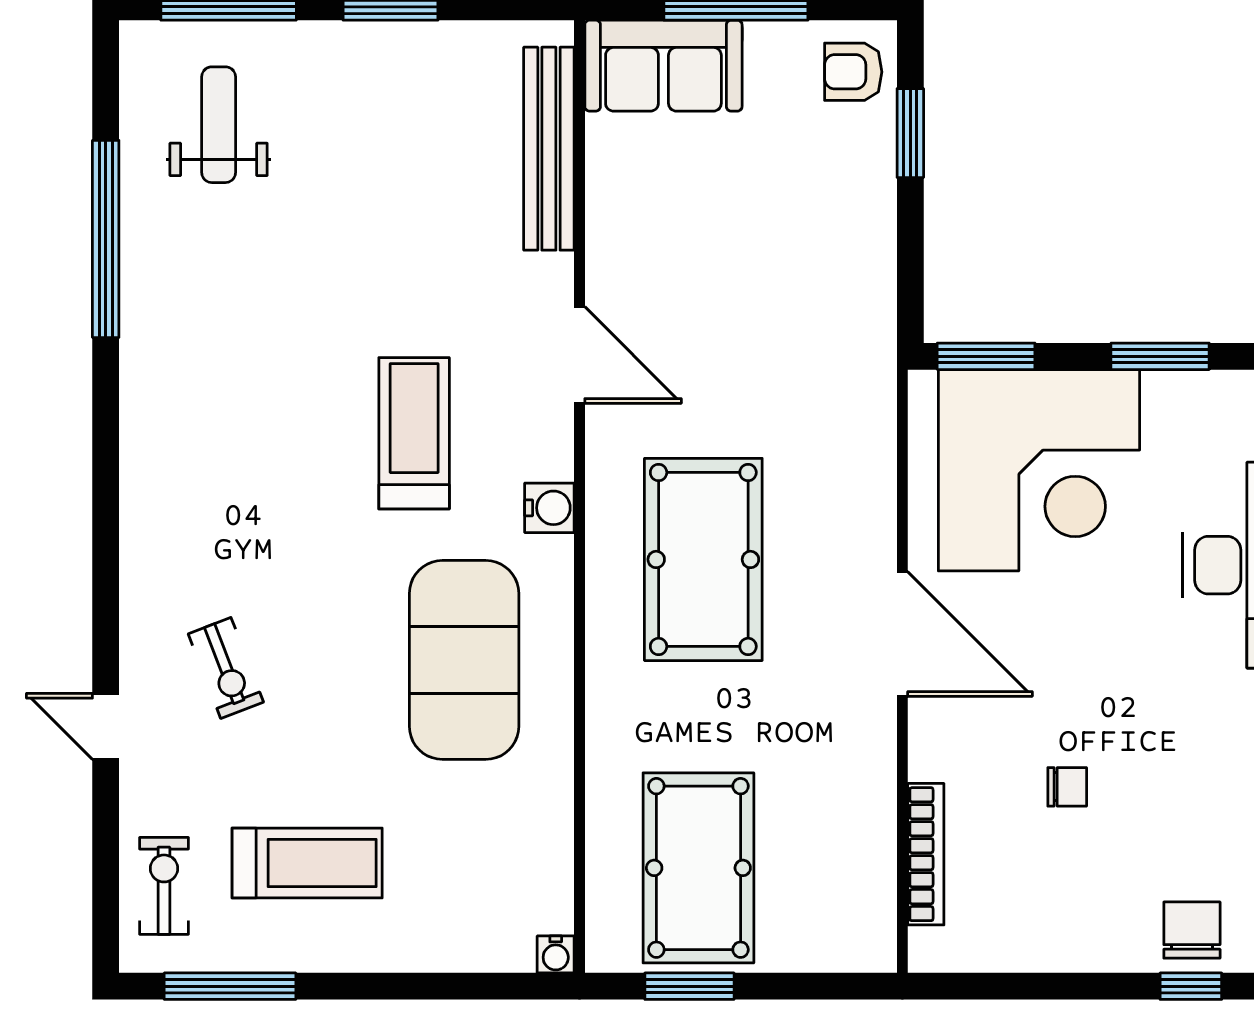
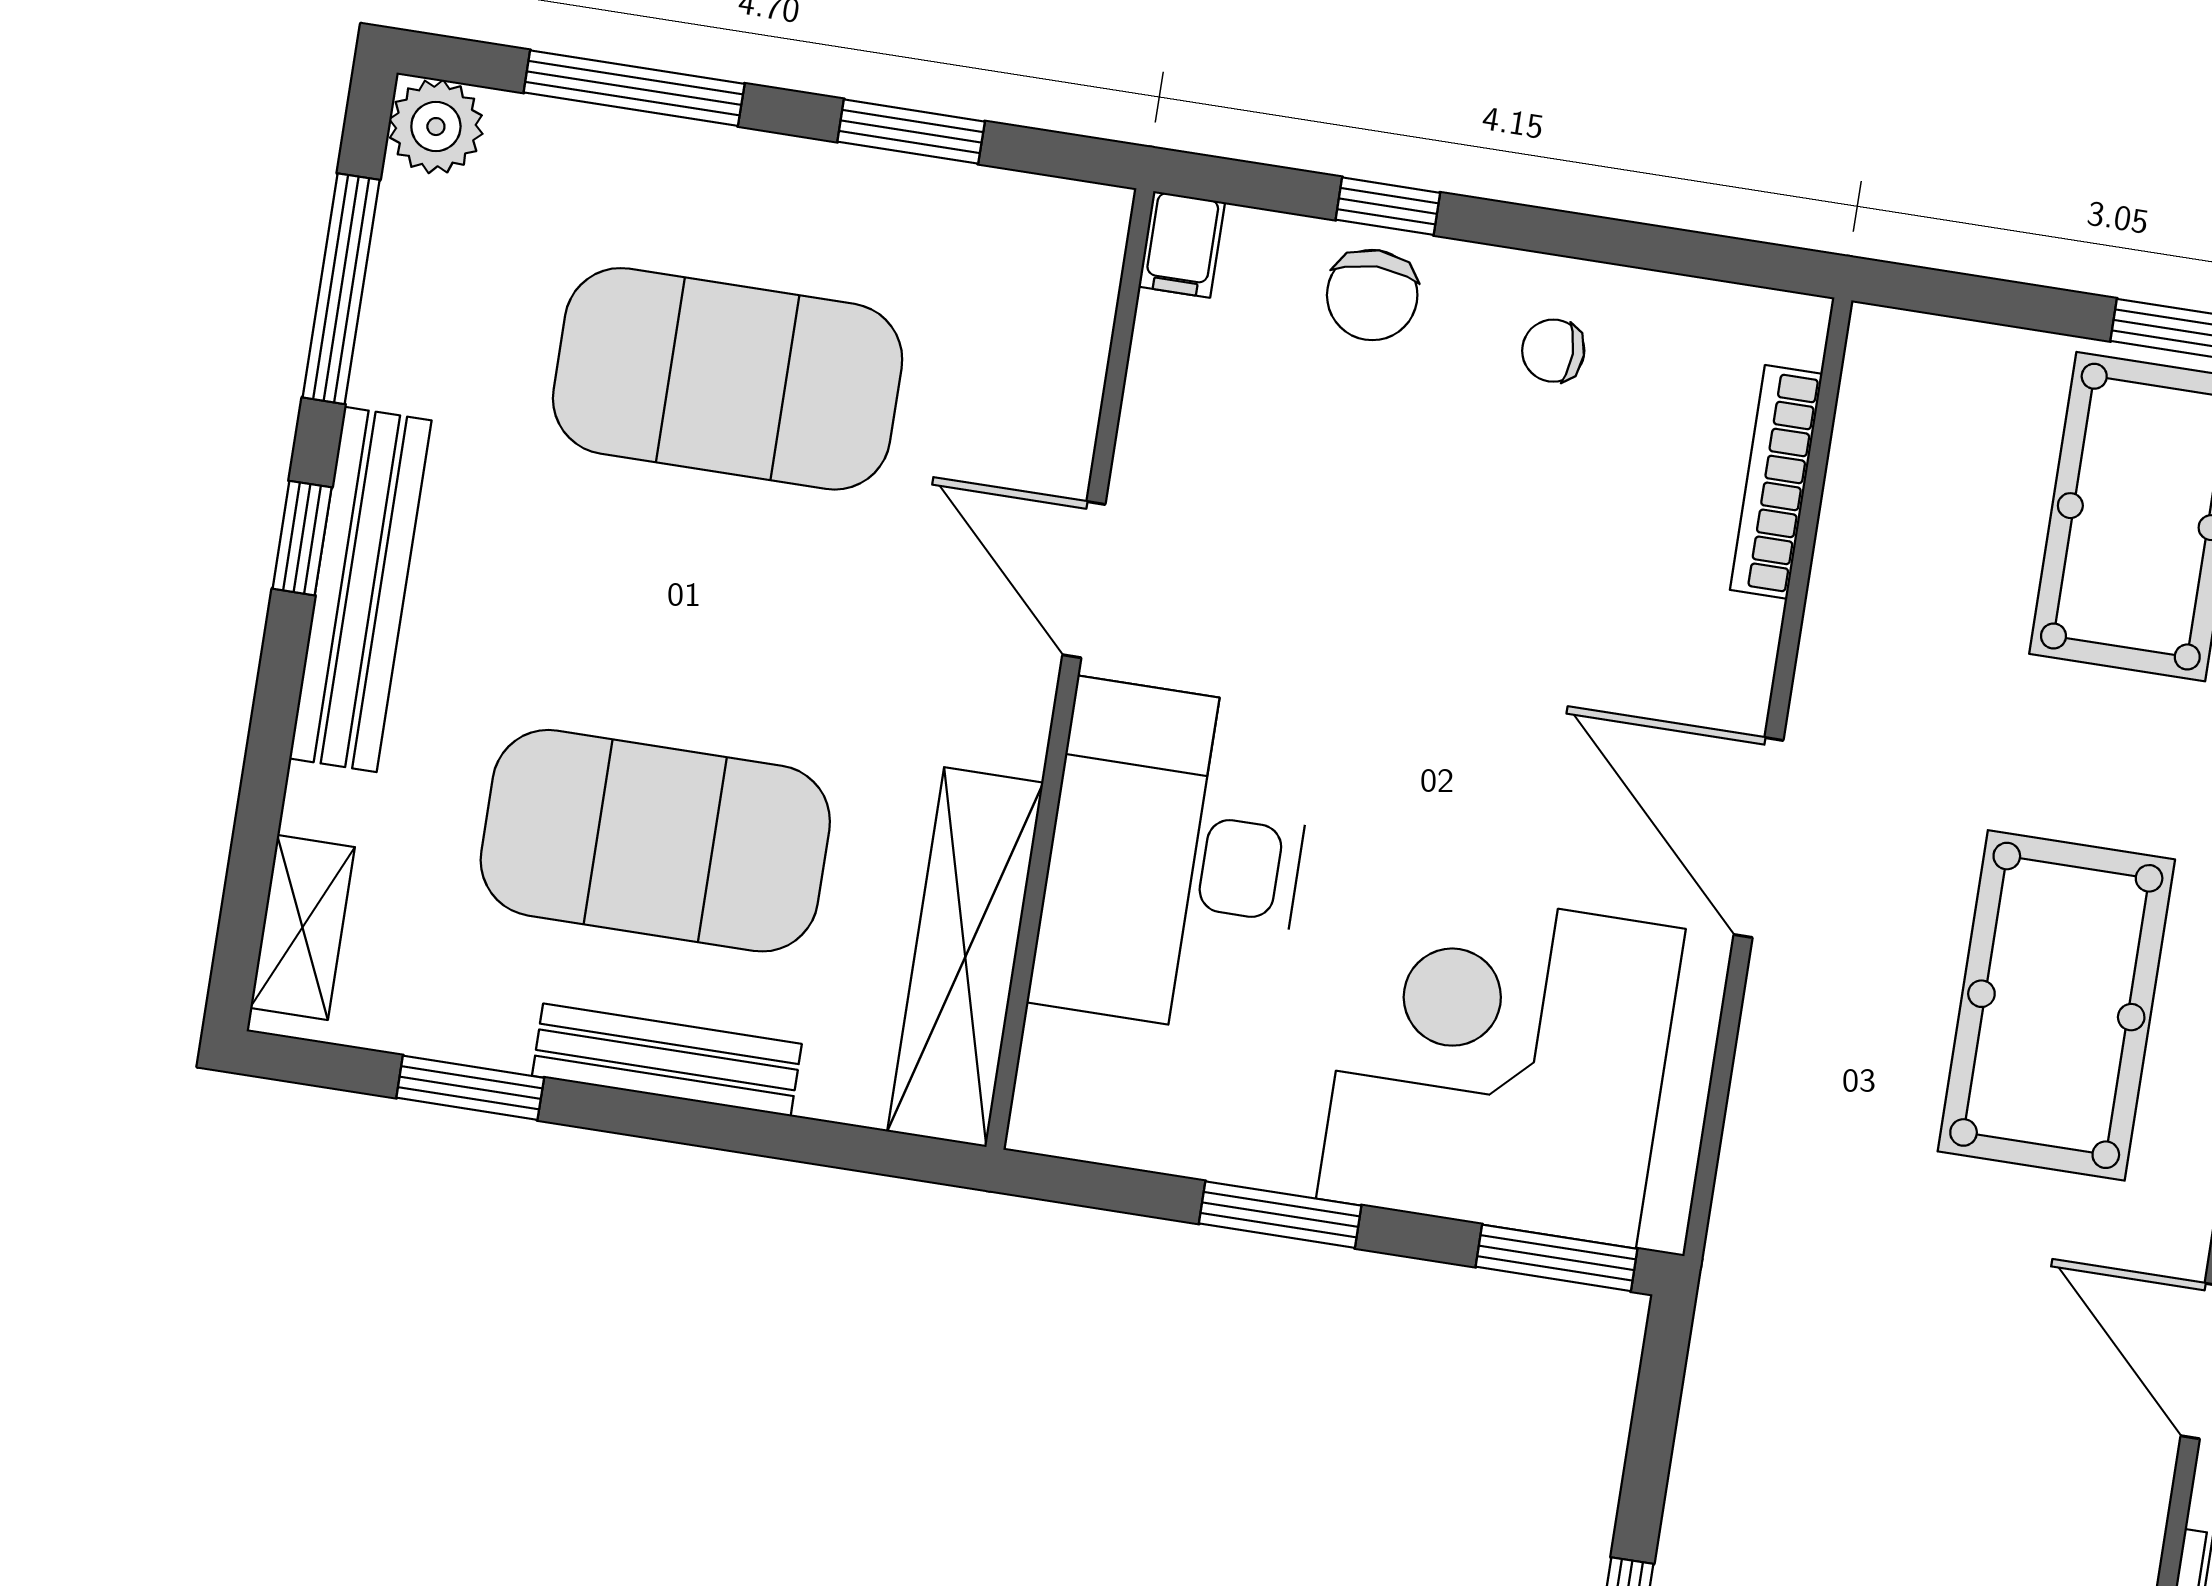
chair: (1067, 787) -> (1553, 351), moved

